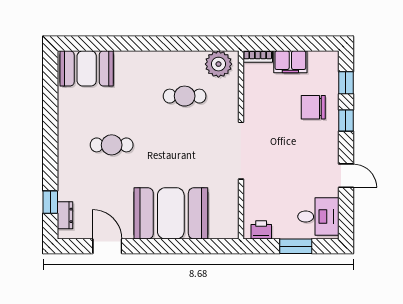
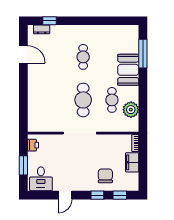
window: (106, 44) -> (143, 54), added
plant: (218, 64) -> (131, 110), moved
booth: (87, 68) -> (128, 70), moved
cafe table: (185, 145) -> (83, 100), added
booth: (171, 213) -> (43, 92), removed
door: (107, 246) -> (23, 54), hinge flipped

